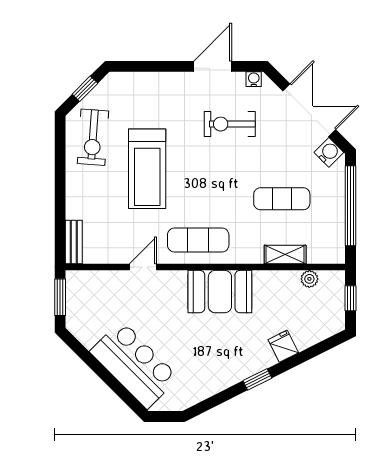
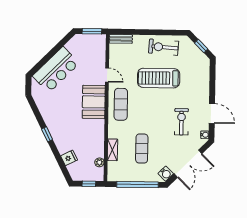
exercise bike: (93, 137) -> (164, 47), moved
booth: (220, 292) -> (94, 102), moved
fridge: (283, 346) -> (69, 158), moved

